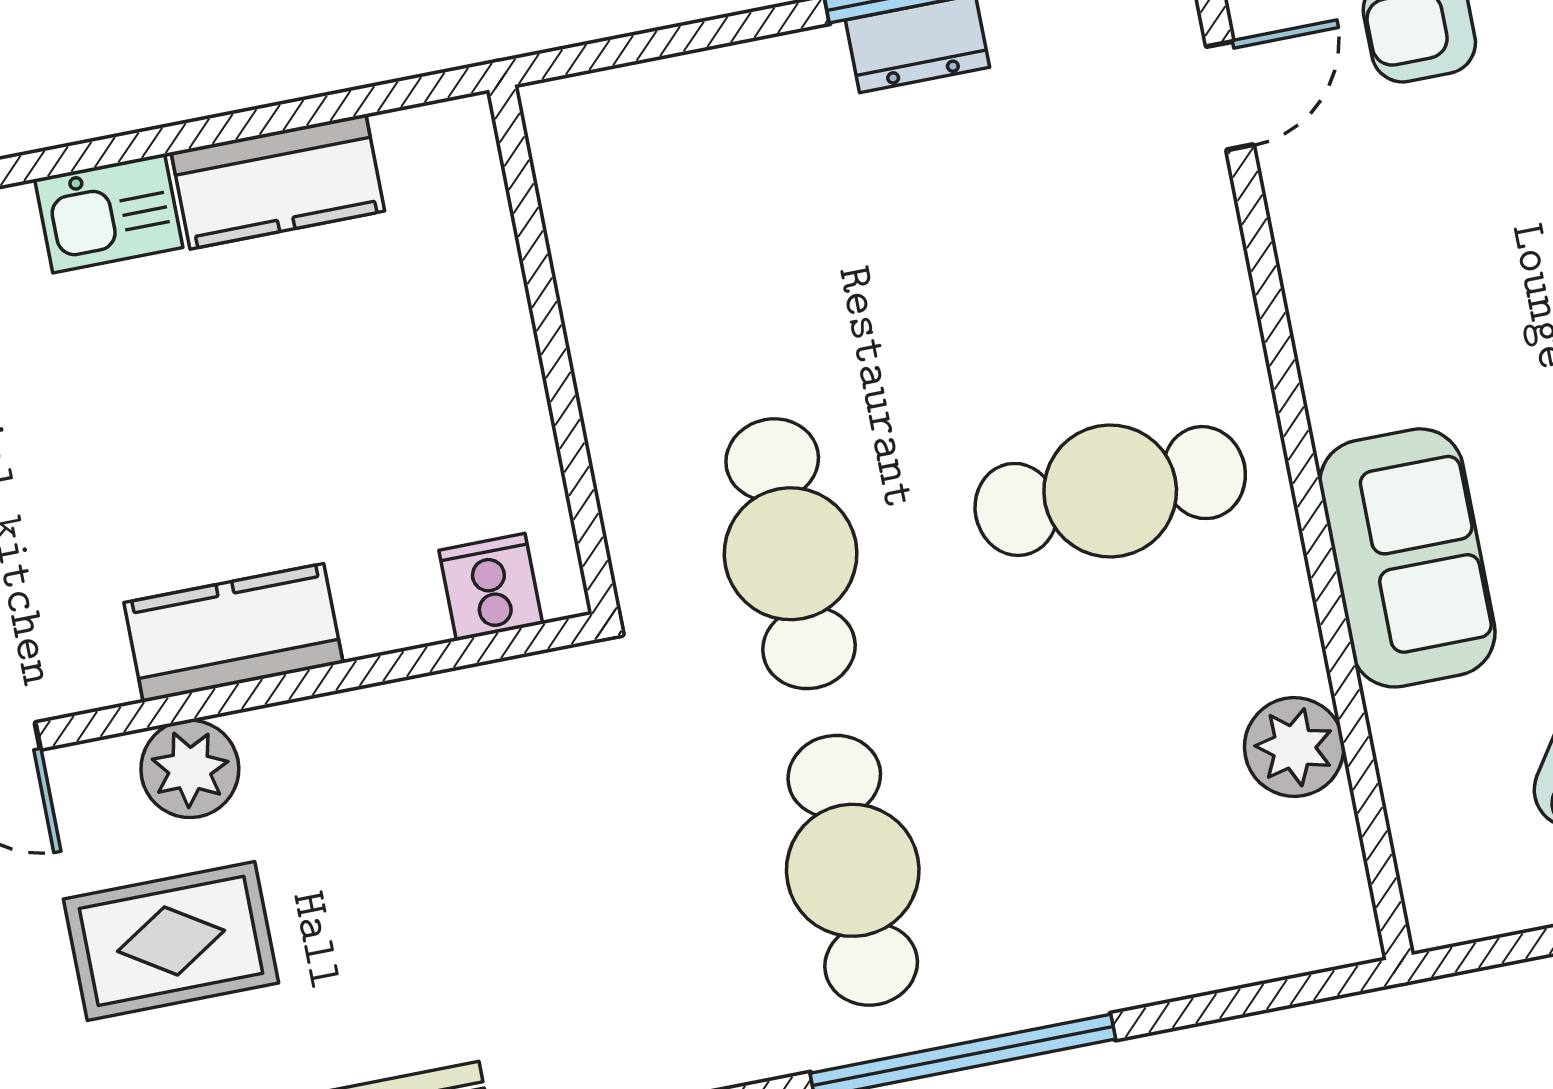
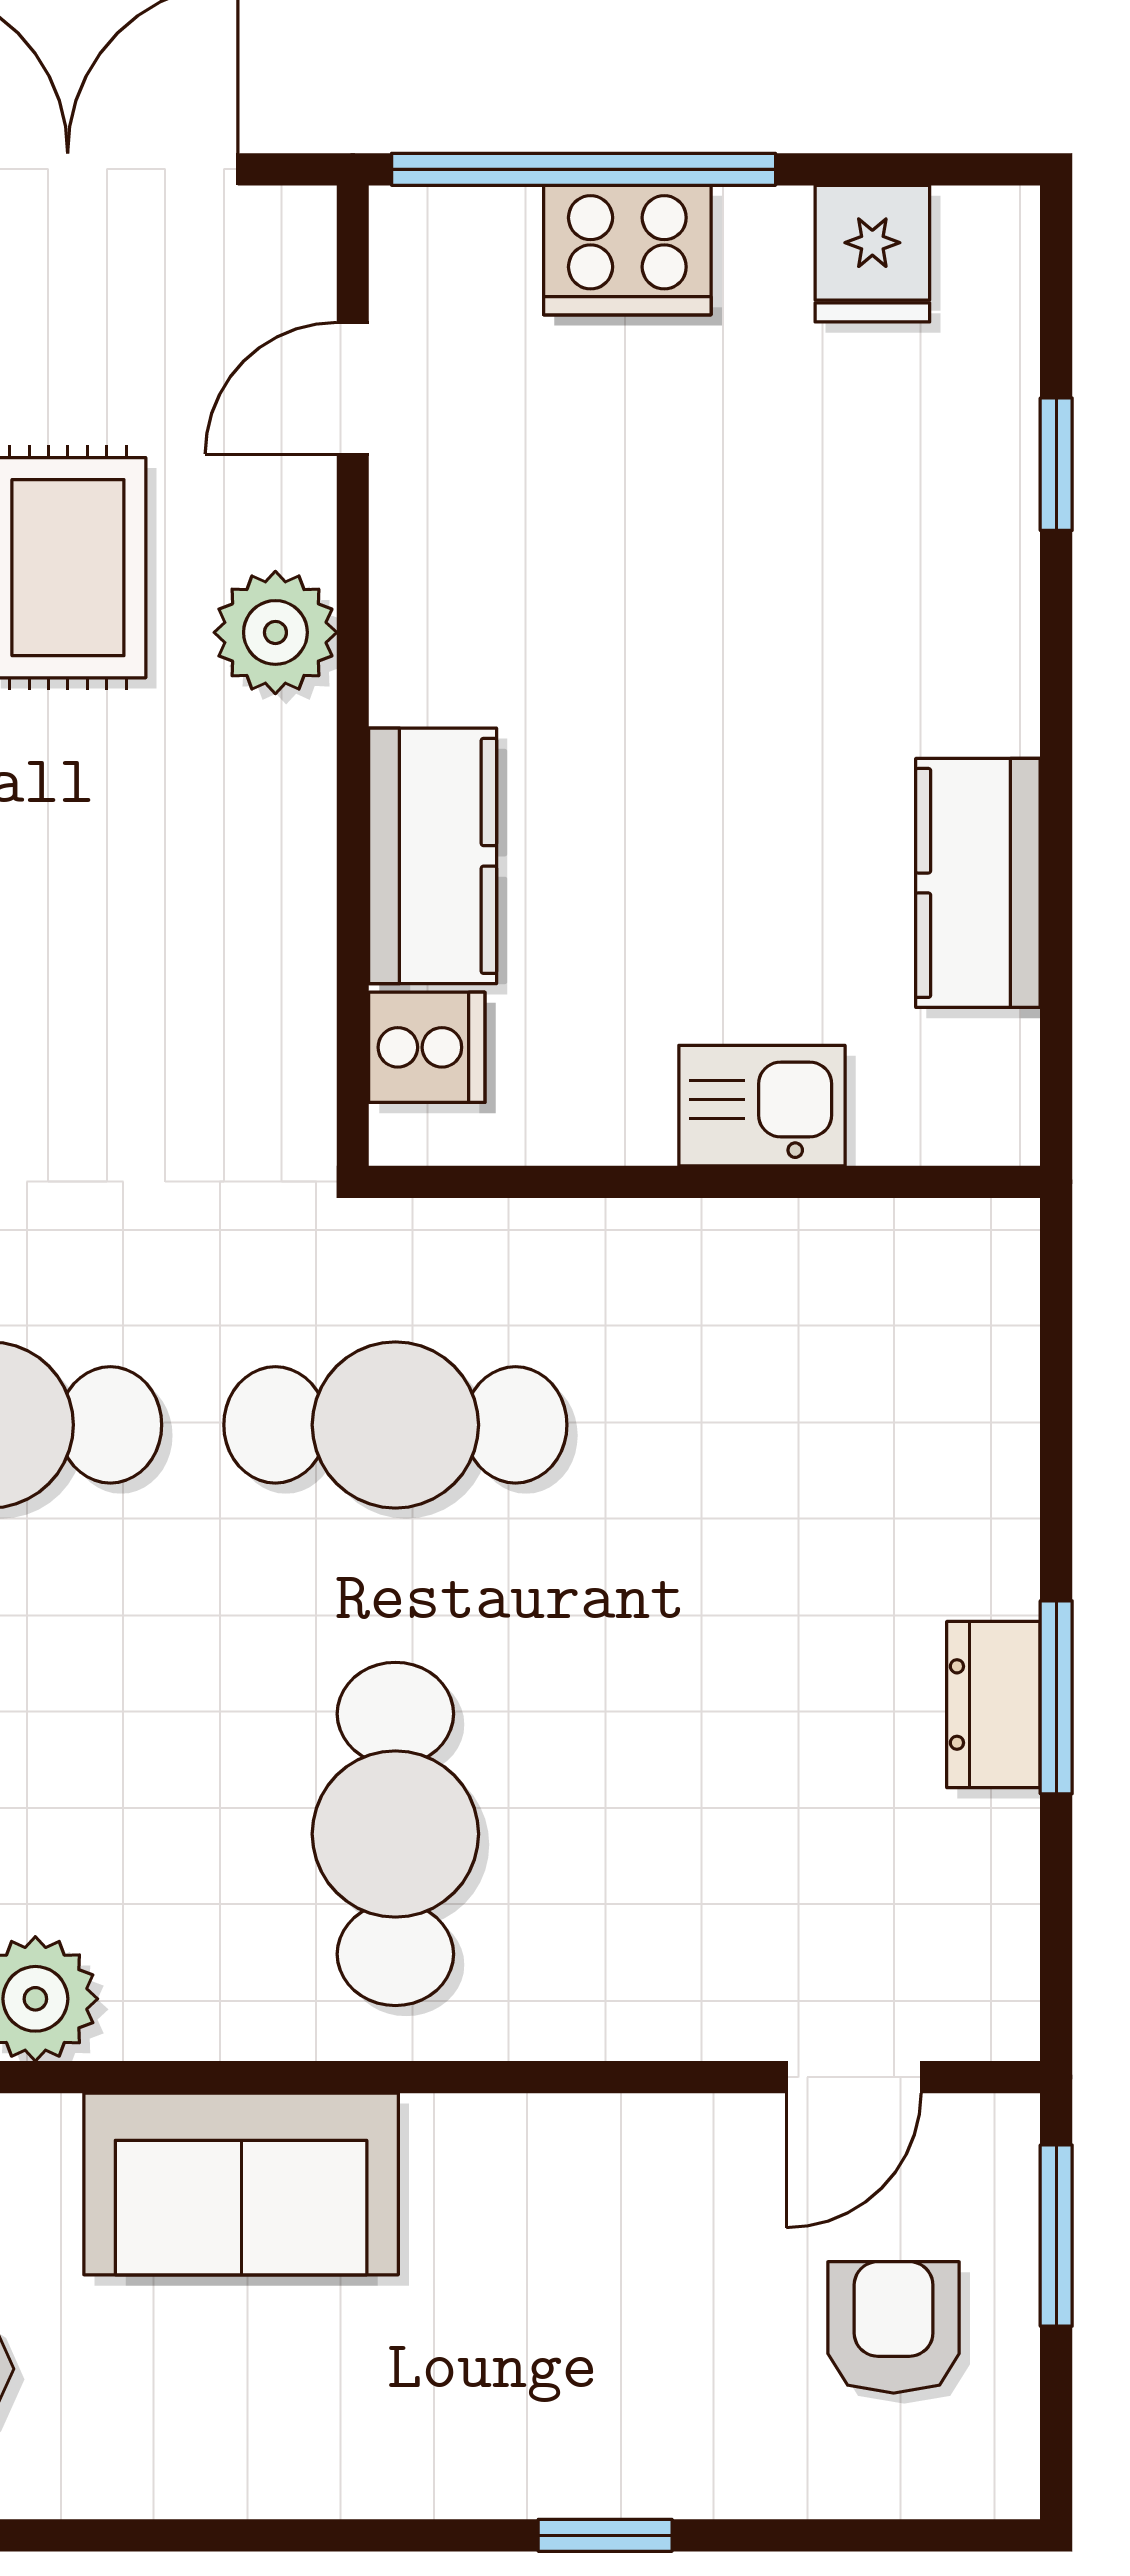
door: (1230, 96) -> (854, 2077), hinge flipped
kitchen sink: (109, 213) -> (762, 1106), moved, turned 90
kitchen counter: (234, 633) -> (433, 856), moved

